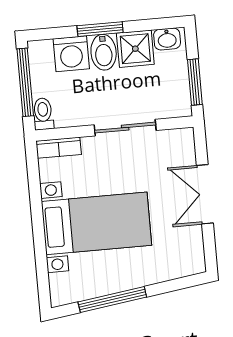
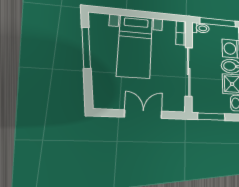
sliding door: (125, 128) -> (189, 72), width x1.37

